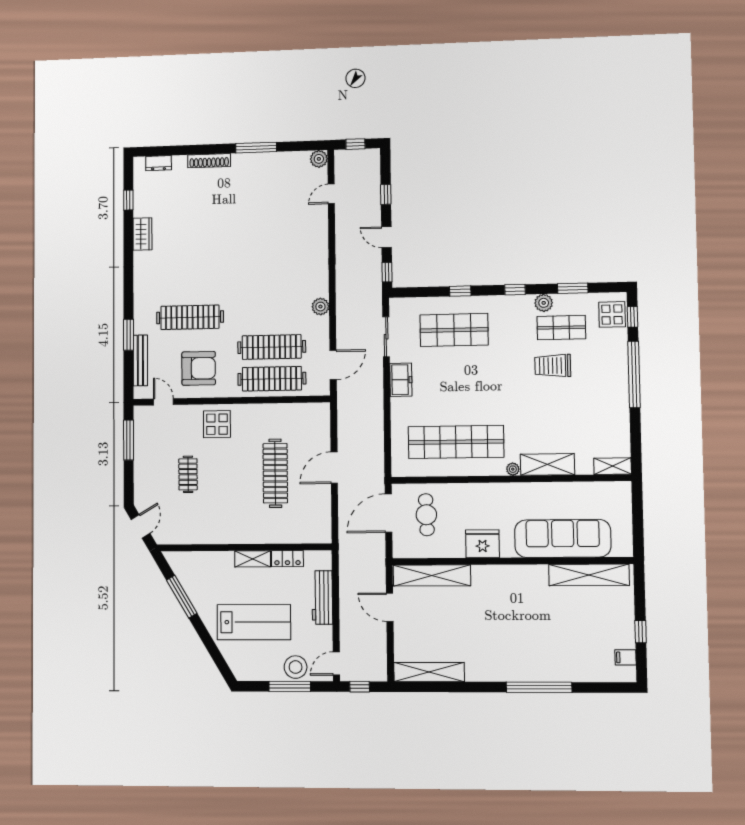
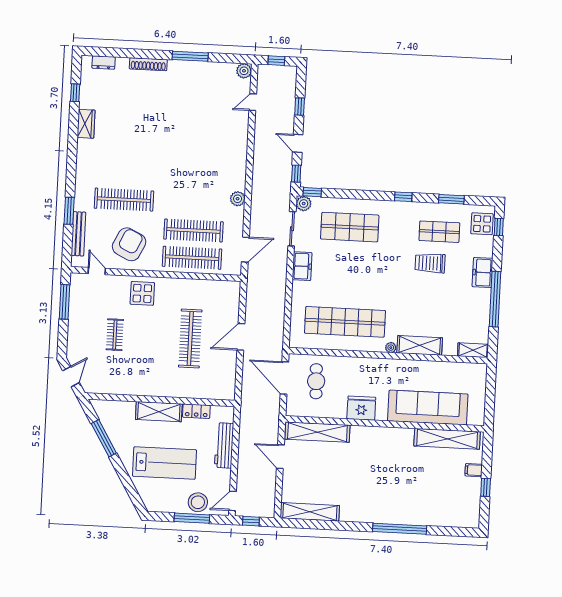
window: (460, 291) -> (312, 192), moved
plant: (544, 303) -> (304, 204), moved
armchair: (199, 368) -> (129, 244), turned -64
freezer: (617, 372) -> (483, 272), added
window: (634, 375) -> (495, 299), moved
door: (388, 513) -> (284, 378), hinge flipped
shelving: (253, 559) -> (159, 412), width x1.50, depth x1.33
filing cabinet: (626, 657) -> (474, 470), moved

